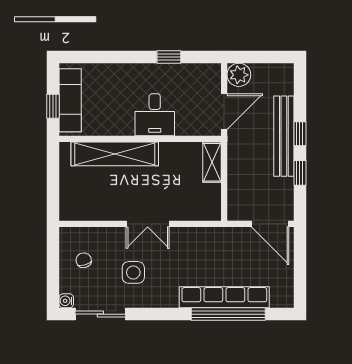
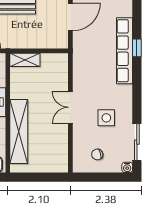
double door: (148, 224) -> (70, 107), swing flipped
window: (228, 314) -> (137, 48), width x0.32

